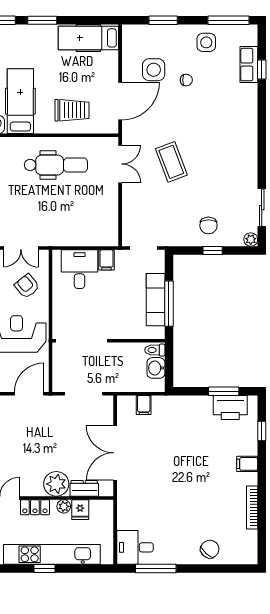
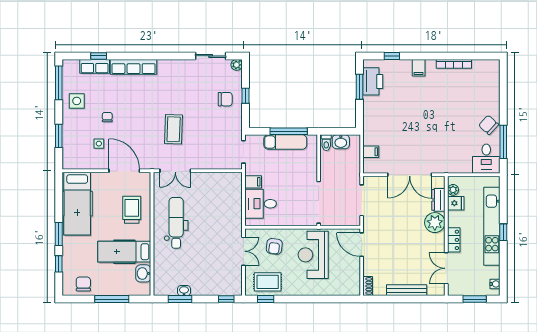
hospital bed: (88, 38) -> (77, 204), width x1.37, depth x1.29
side table: (154, 70) -> (99, 144), width x0.54, depth x0.54
row of seats: (248, 112) -> (134, 67), added
coffee table: (171, 162) -> (174, 129), turned -67
double door: (120, 164) -> (175, 171), swing flipped
armchair: (27, 286) -> (274, 246), turned -44
plant: (64, 506) -> (453, 190), moved
chair: (210, 549) -> (489, 125), moved

